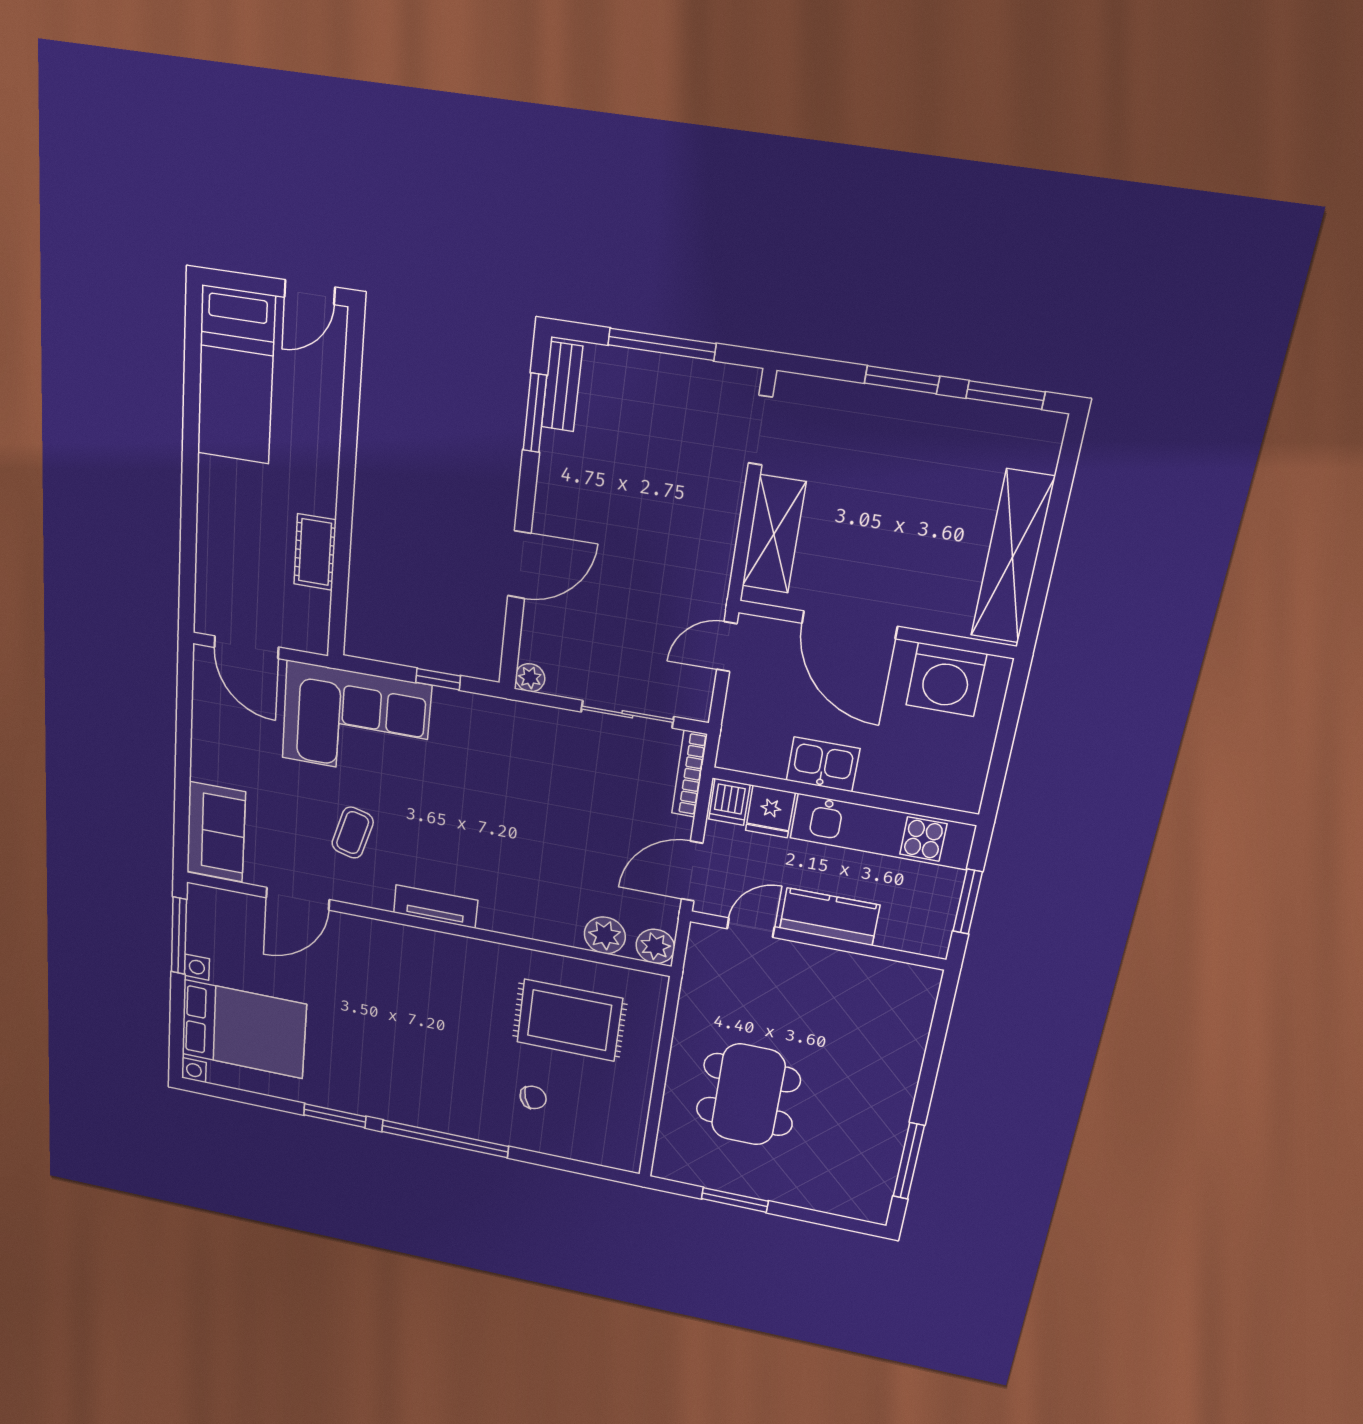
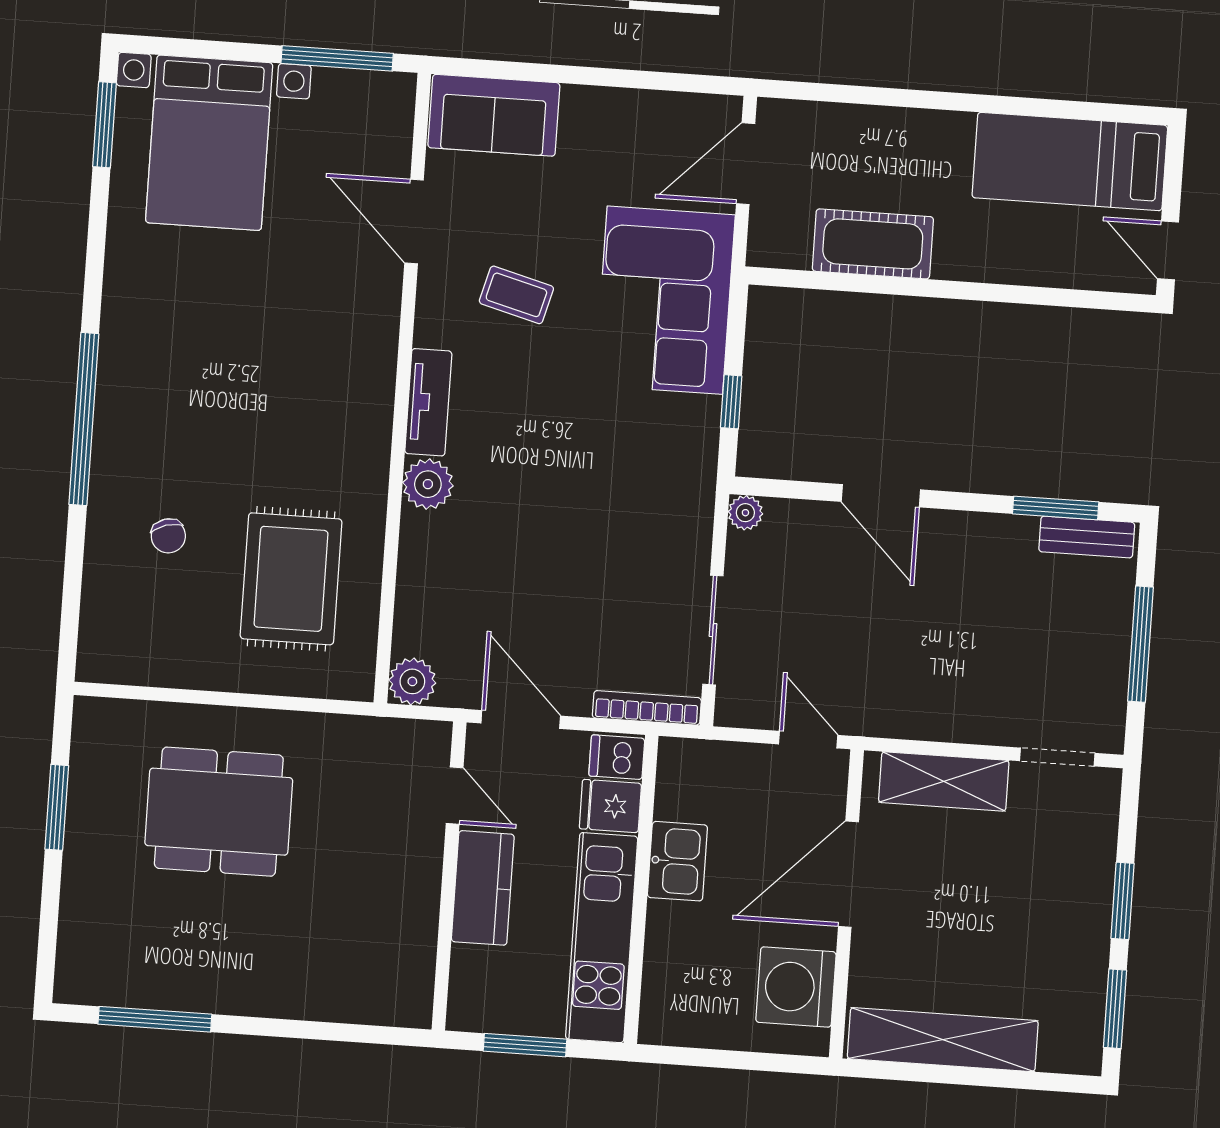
cot: (315, 552) -> (873, 244), width x1.37, depth x1.34
plant: (605, 935) -> (428, 484), moved
window: (335, 1116) -> (104, 125), moved

